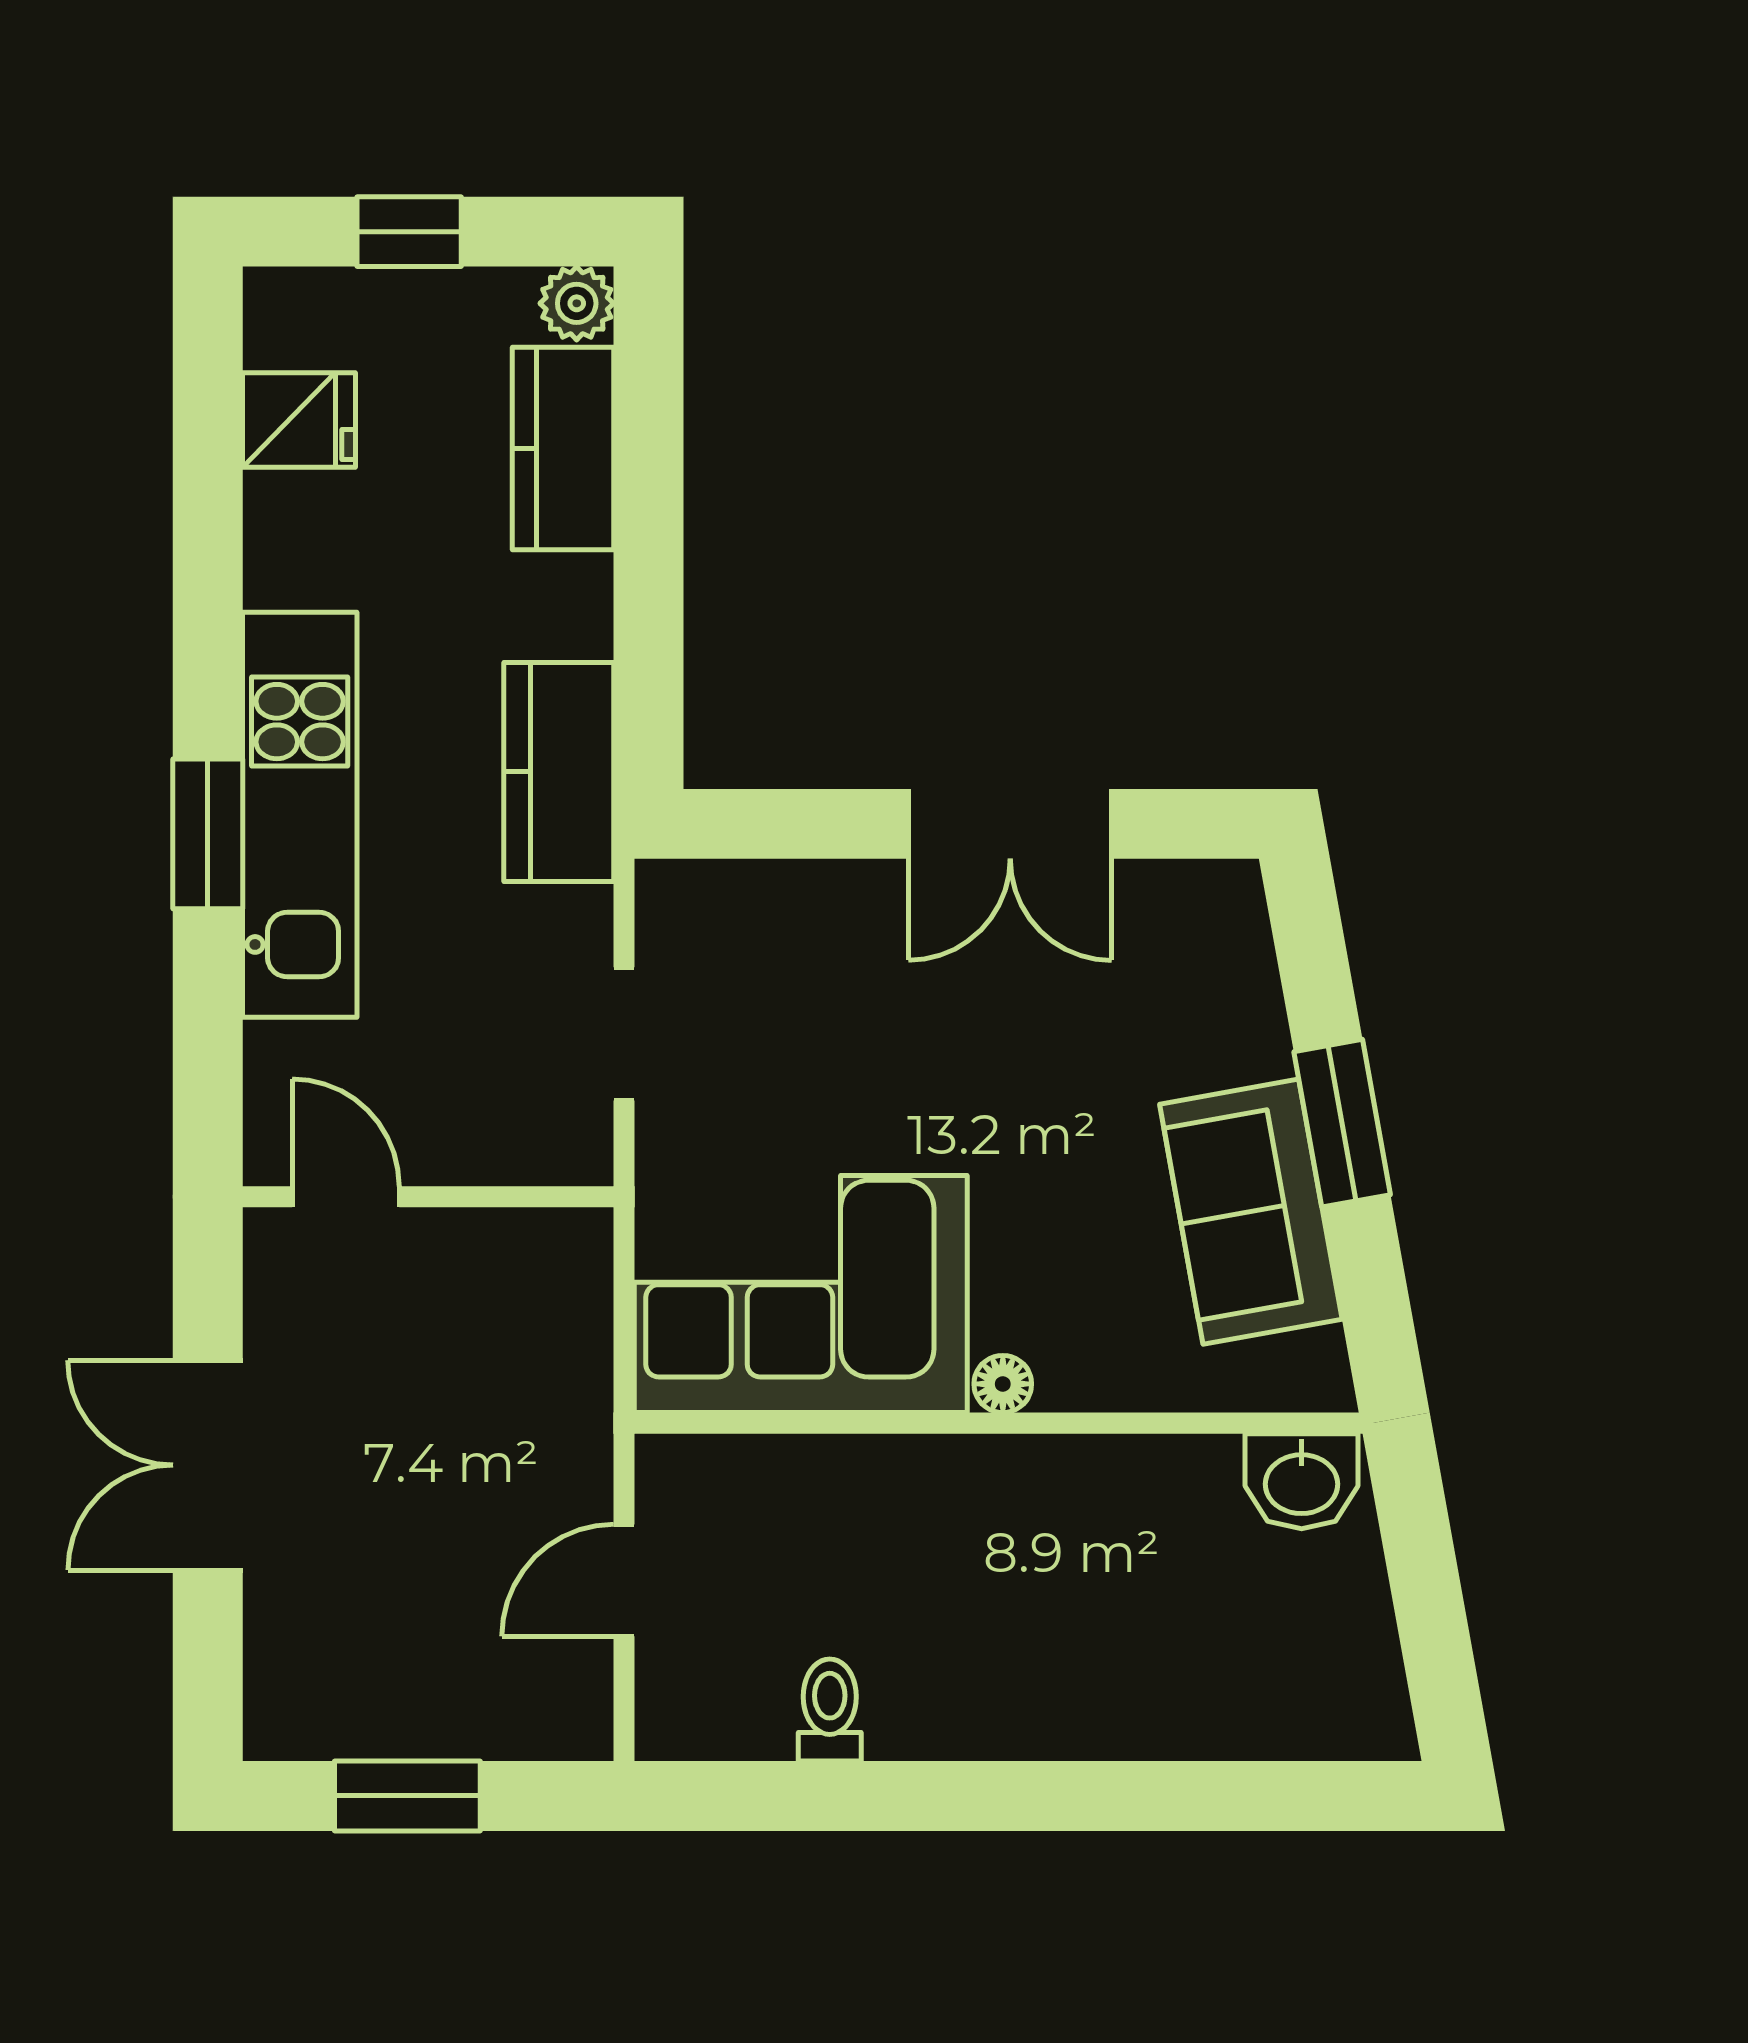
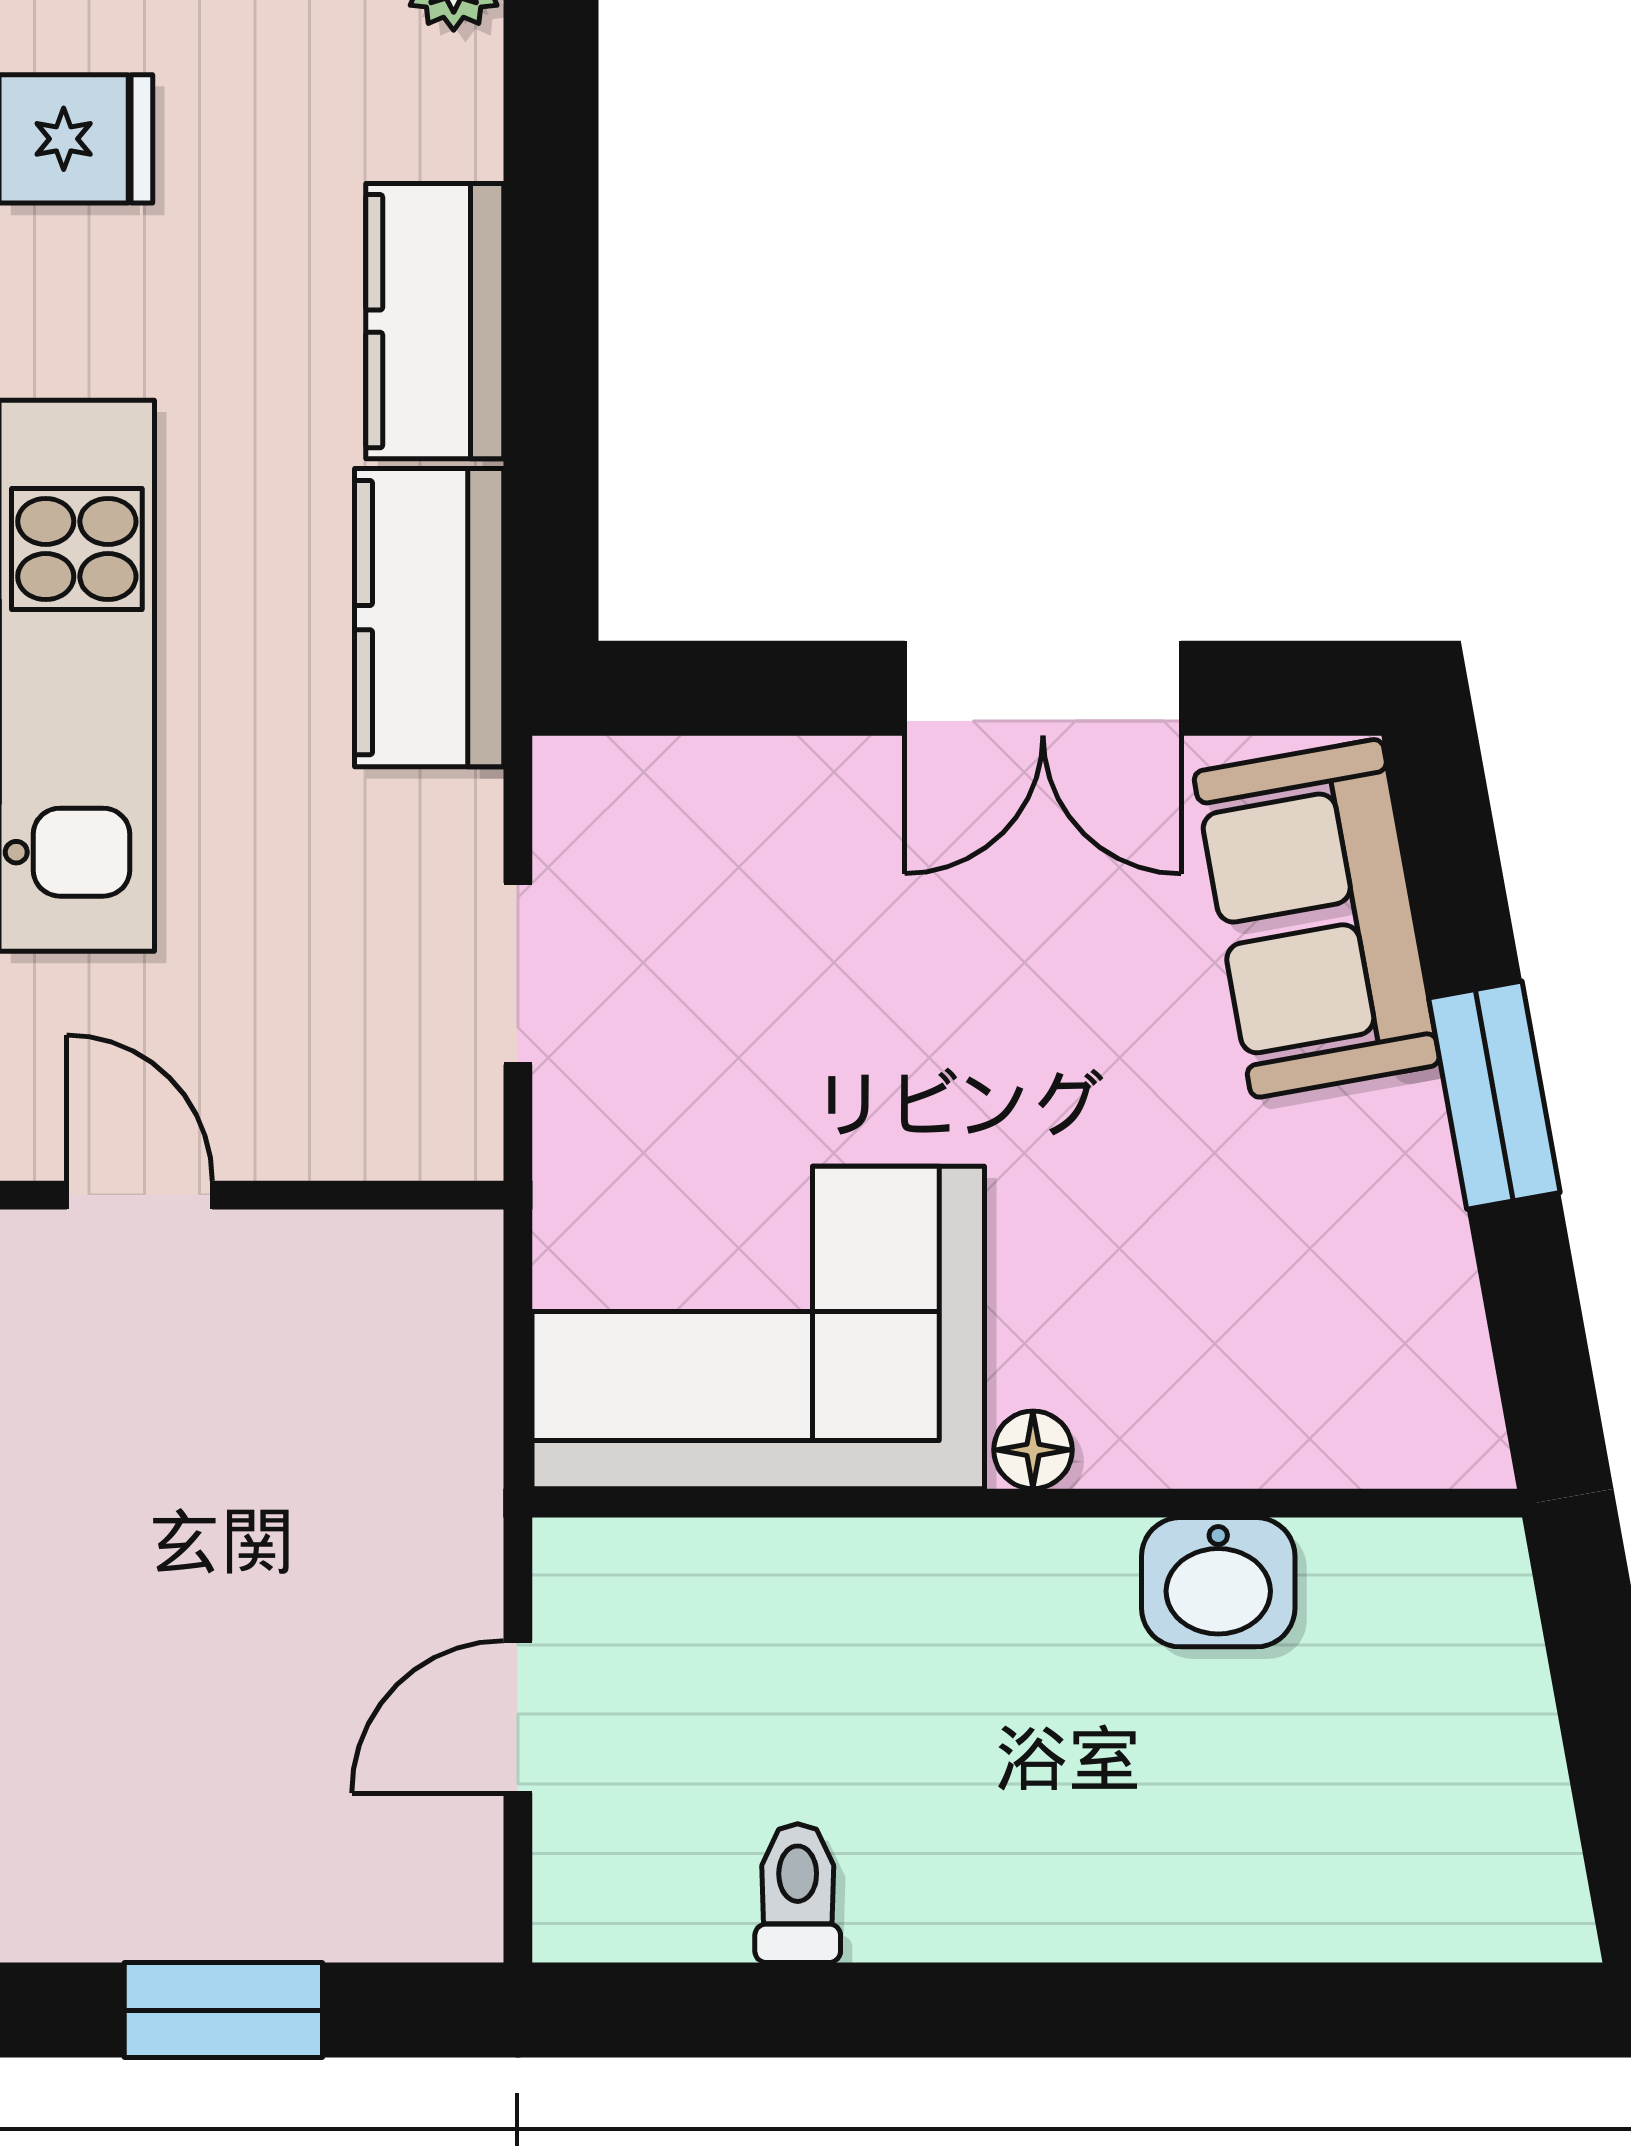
kitchen counter: (563, 448) -> (435, 321), moved
sofa: (1251, 1212) -> (1317, 918), moved
washbasin: (1302, 1481) -> (1218, 1582), moved

